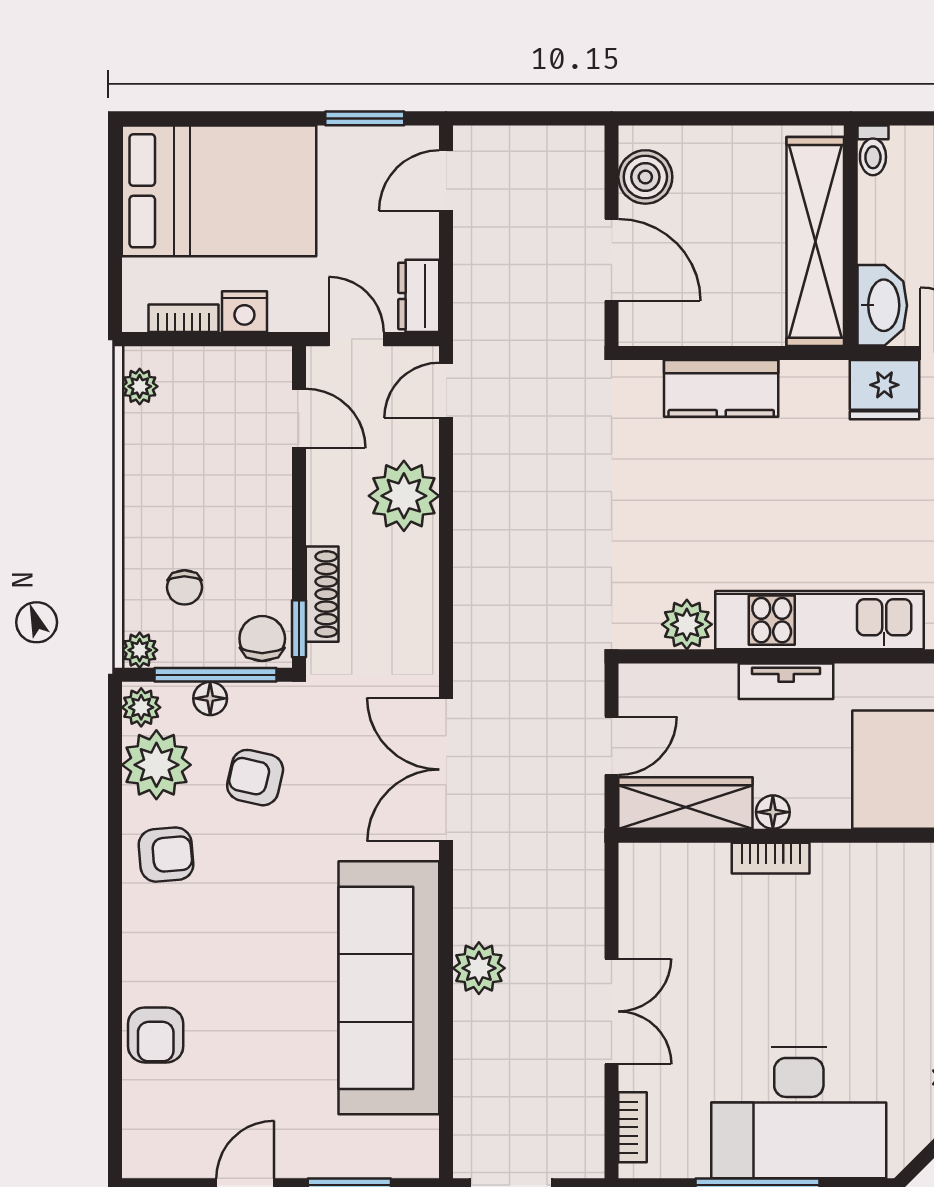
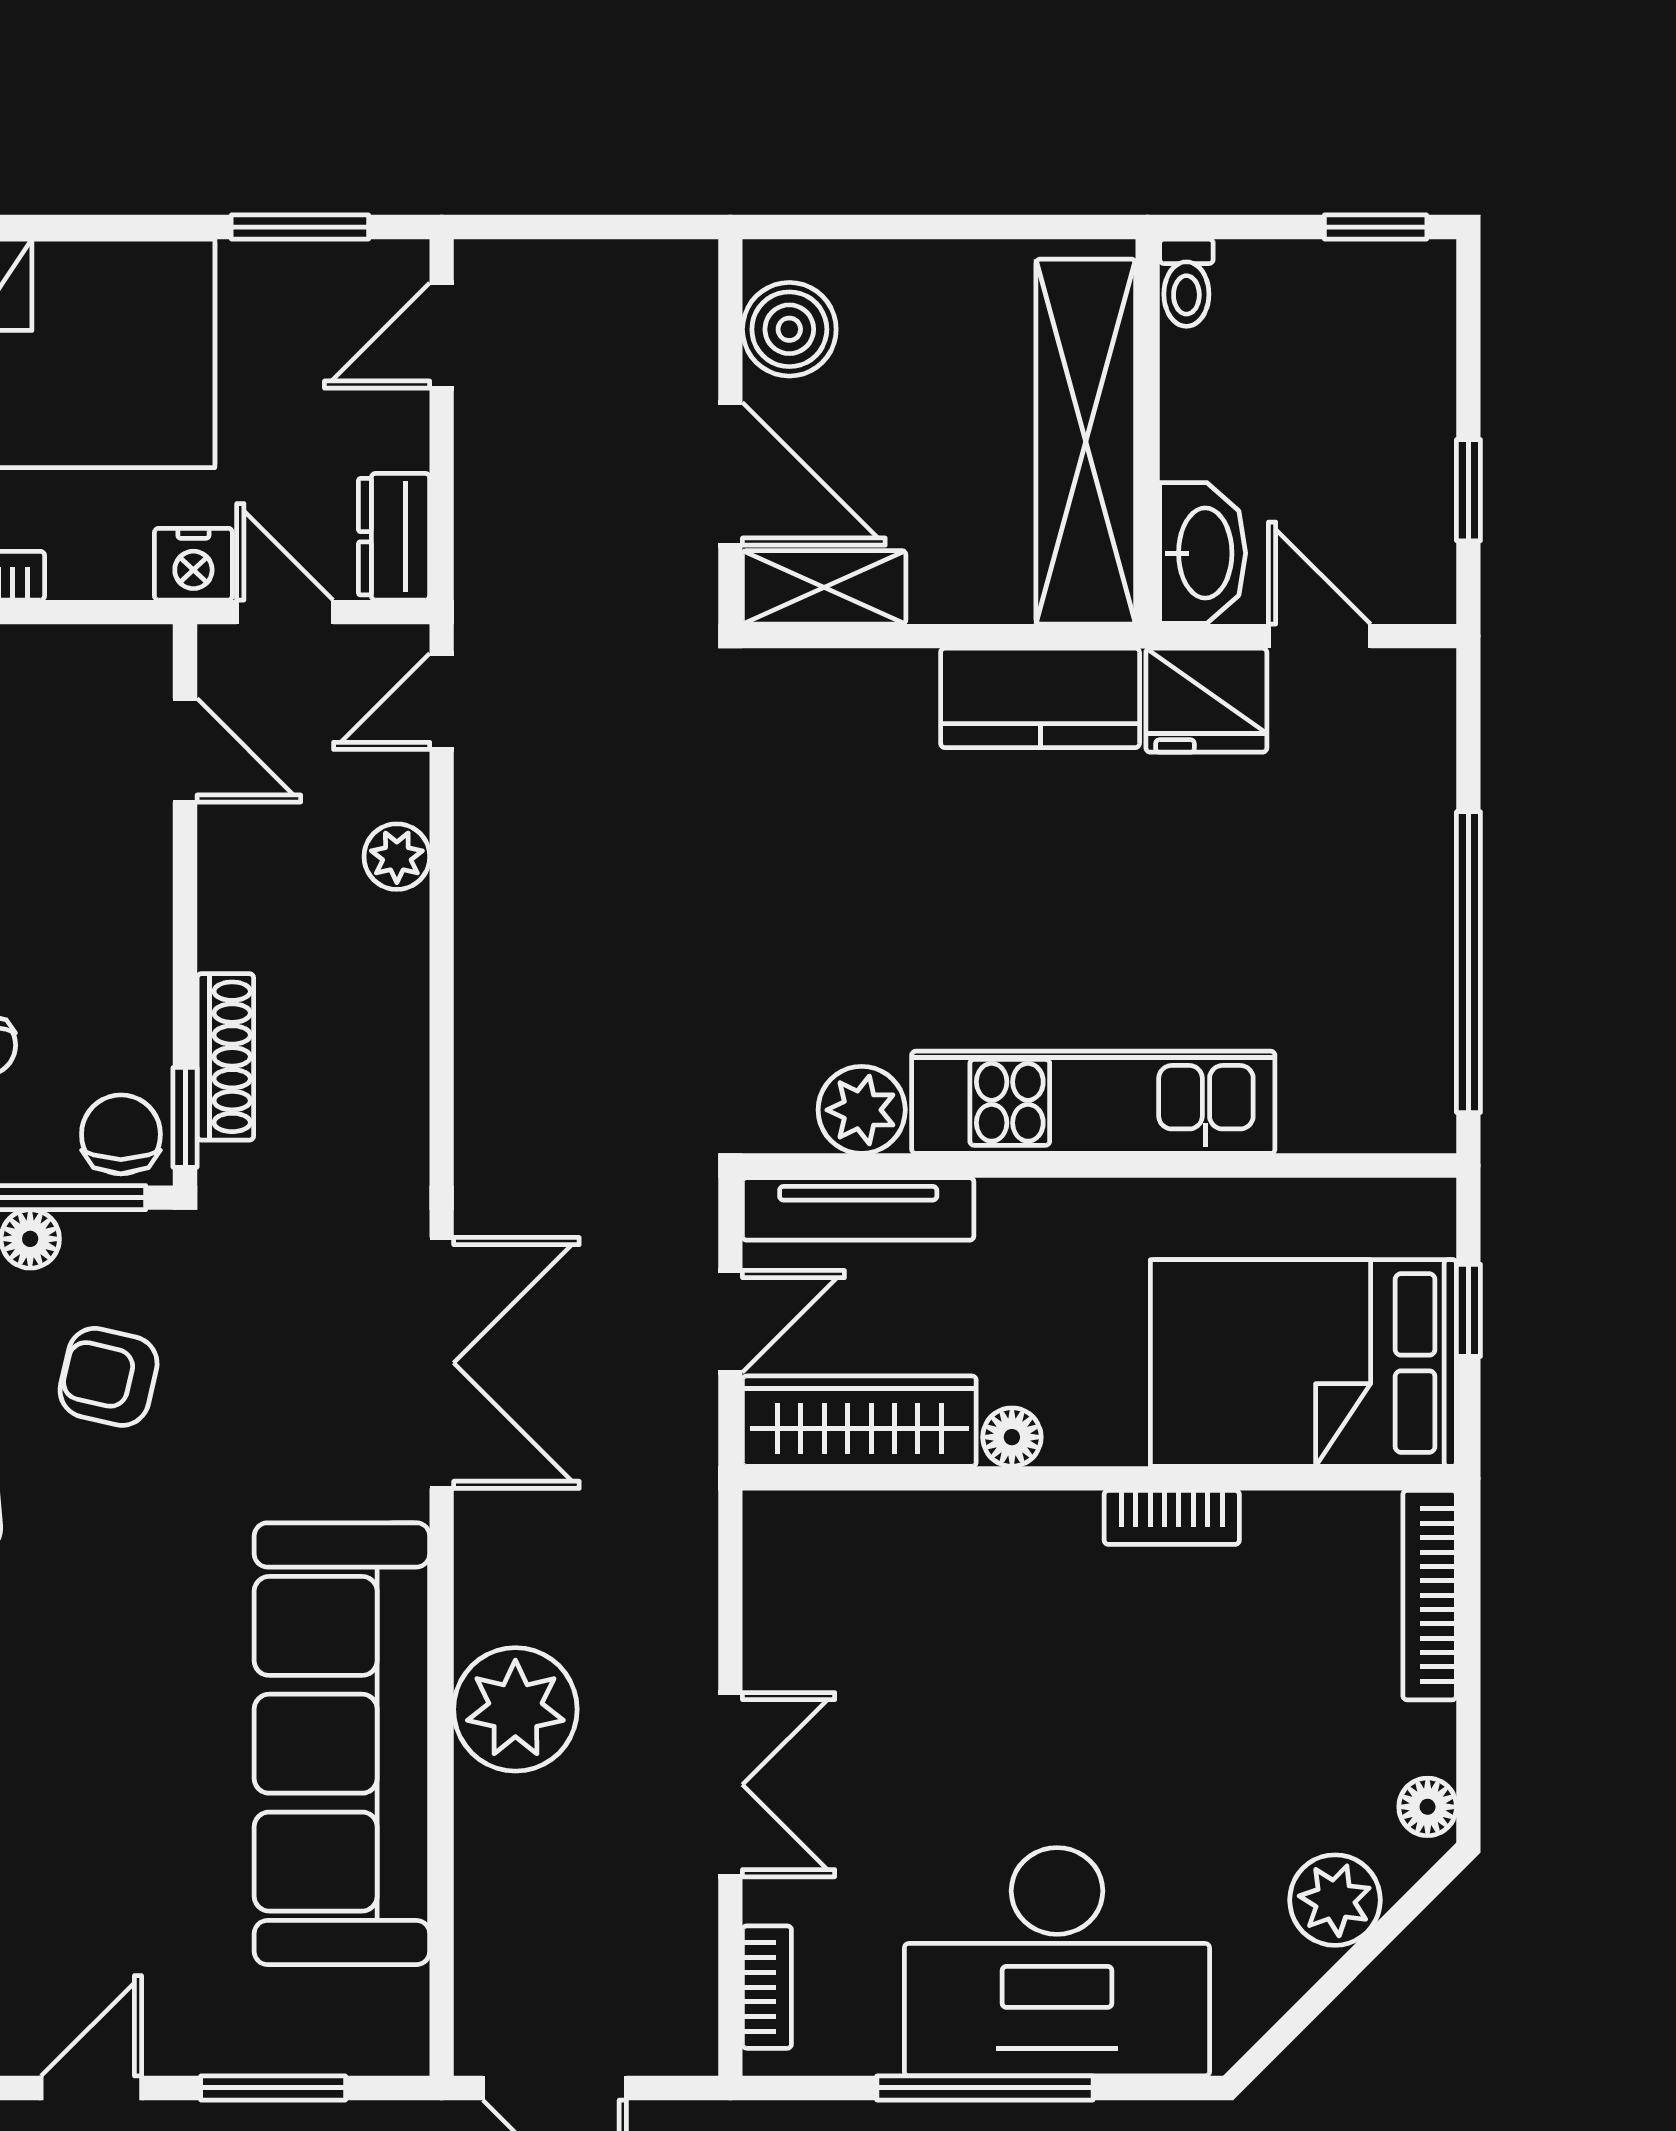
nightstand: (244, 312) -> (193, 564), moved
shelving: (665, 325) -> (824, 587), added
kitchen counter: (721, 388) -> (1040, 698), moved
plant: (404, 496) -> (397, 857), width x0.53, depth x0.53
tv unit: (786, 681) -> (858, 1209), moved, width x1.41
double door: (446, 770) -> (442, 1363), swing flipped
bookcase: (771, 858) -> (1172, 1517), moved
plant: (479, 968) -> (515, 1709), width x1.36, depth x1.36

